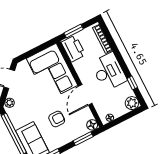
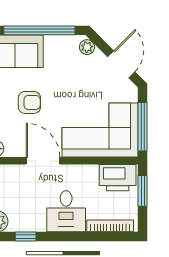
window: (38, 49) -> (143, 127), added
desk: (109, 72) -> (66, 211), width x0.73
armchair: (57, 119) -> (29, 102), turned -90

